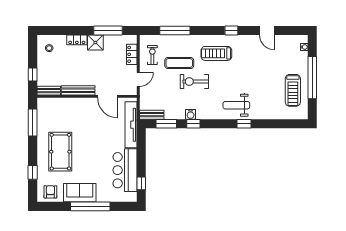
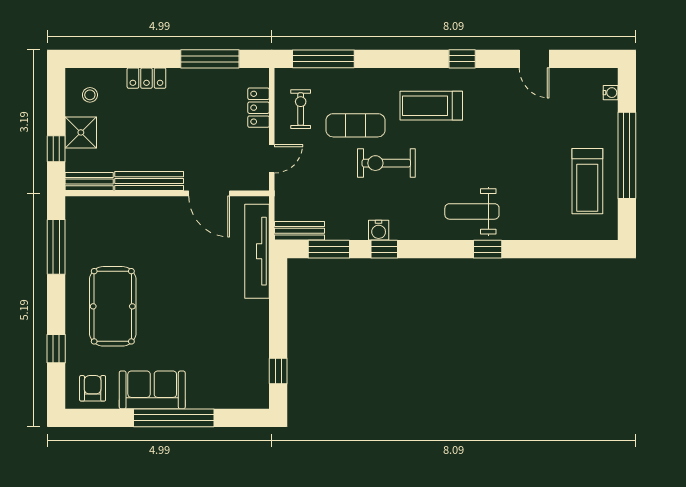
window: (175, 30) -> (323, 59), moved
shower: (95, 42) -> (81, 132), moved
bar counter: (125, 170) -> (245, 344), removed

